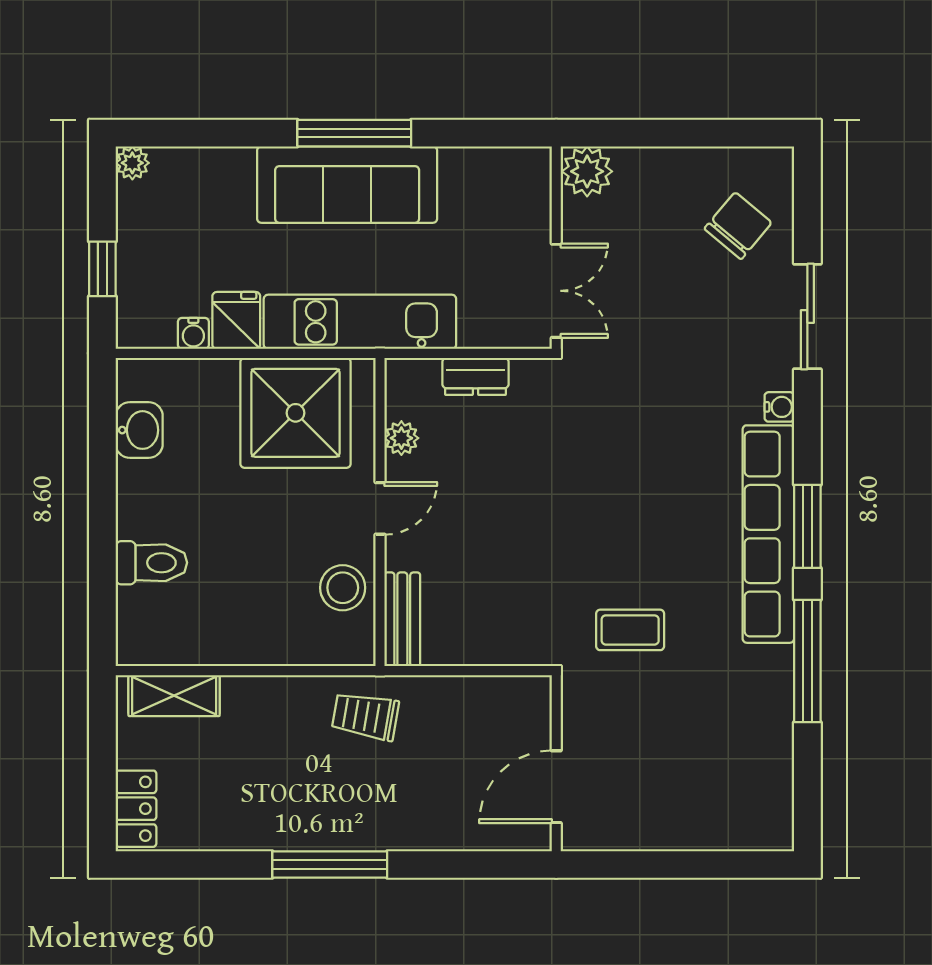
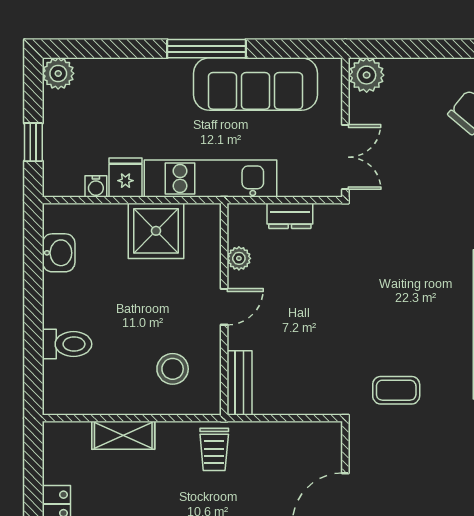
plant: (132, 163) -> (58, 73), width x1.38, depth x1.38
sofa: (347, 185) -> (255, 84), moved
shower: (296, 413) -> (156, 231), width x0.73, depth x0.73
stool: (343, 588) -> (173, 369), moved
shelving: (174, 696) -> (123, 435), moved
trolley: (365, 716) -> (214, 449), turned -100

